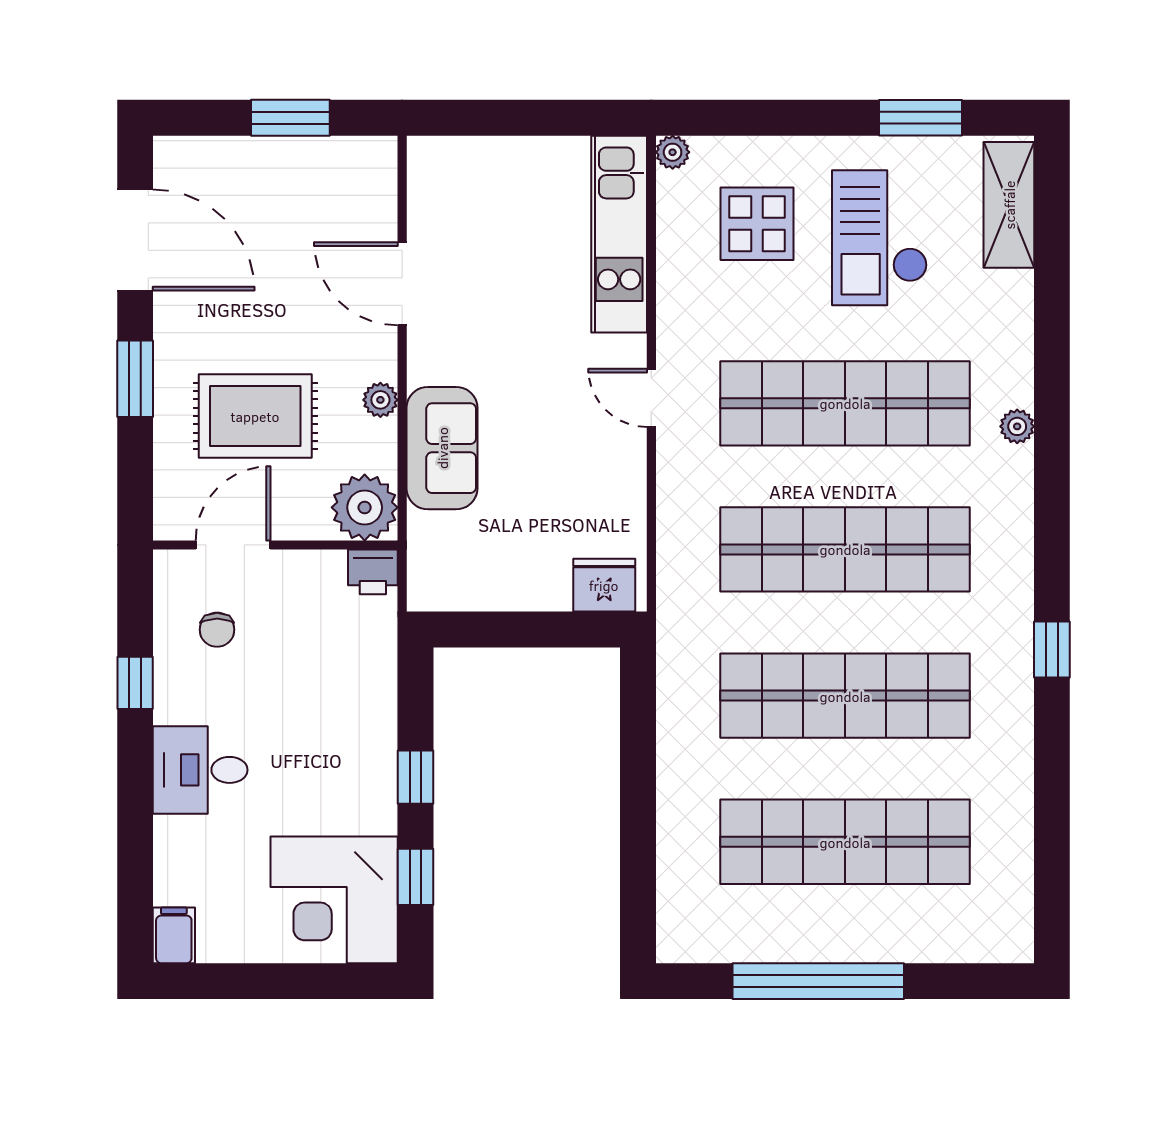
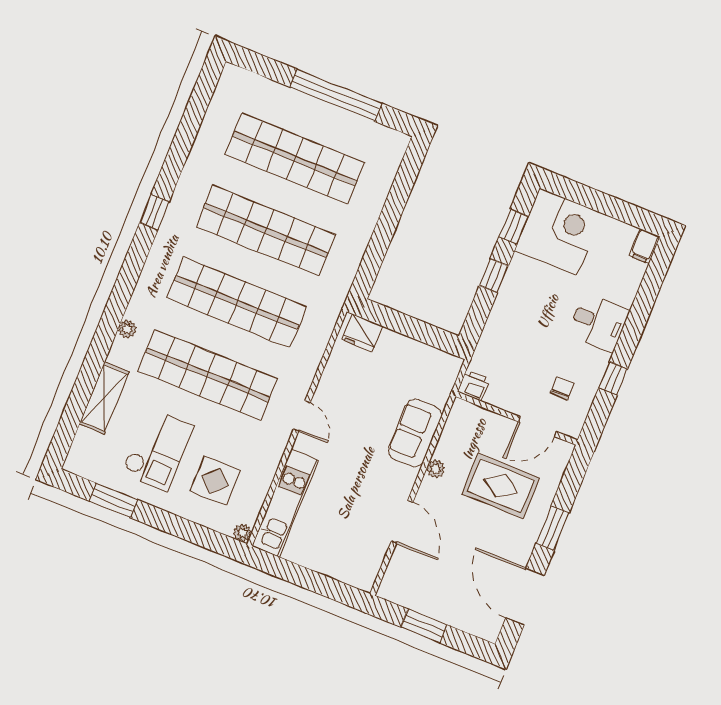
shelving: (1009, 205) -> (104, 398), moved
plant: (365, 507) -> (465, 419), removed

